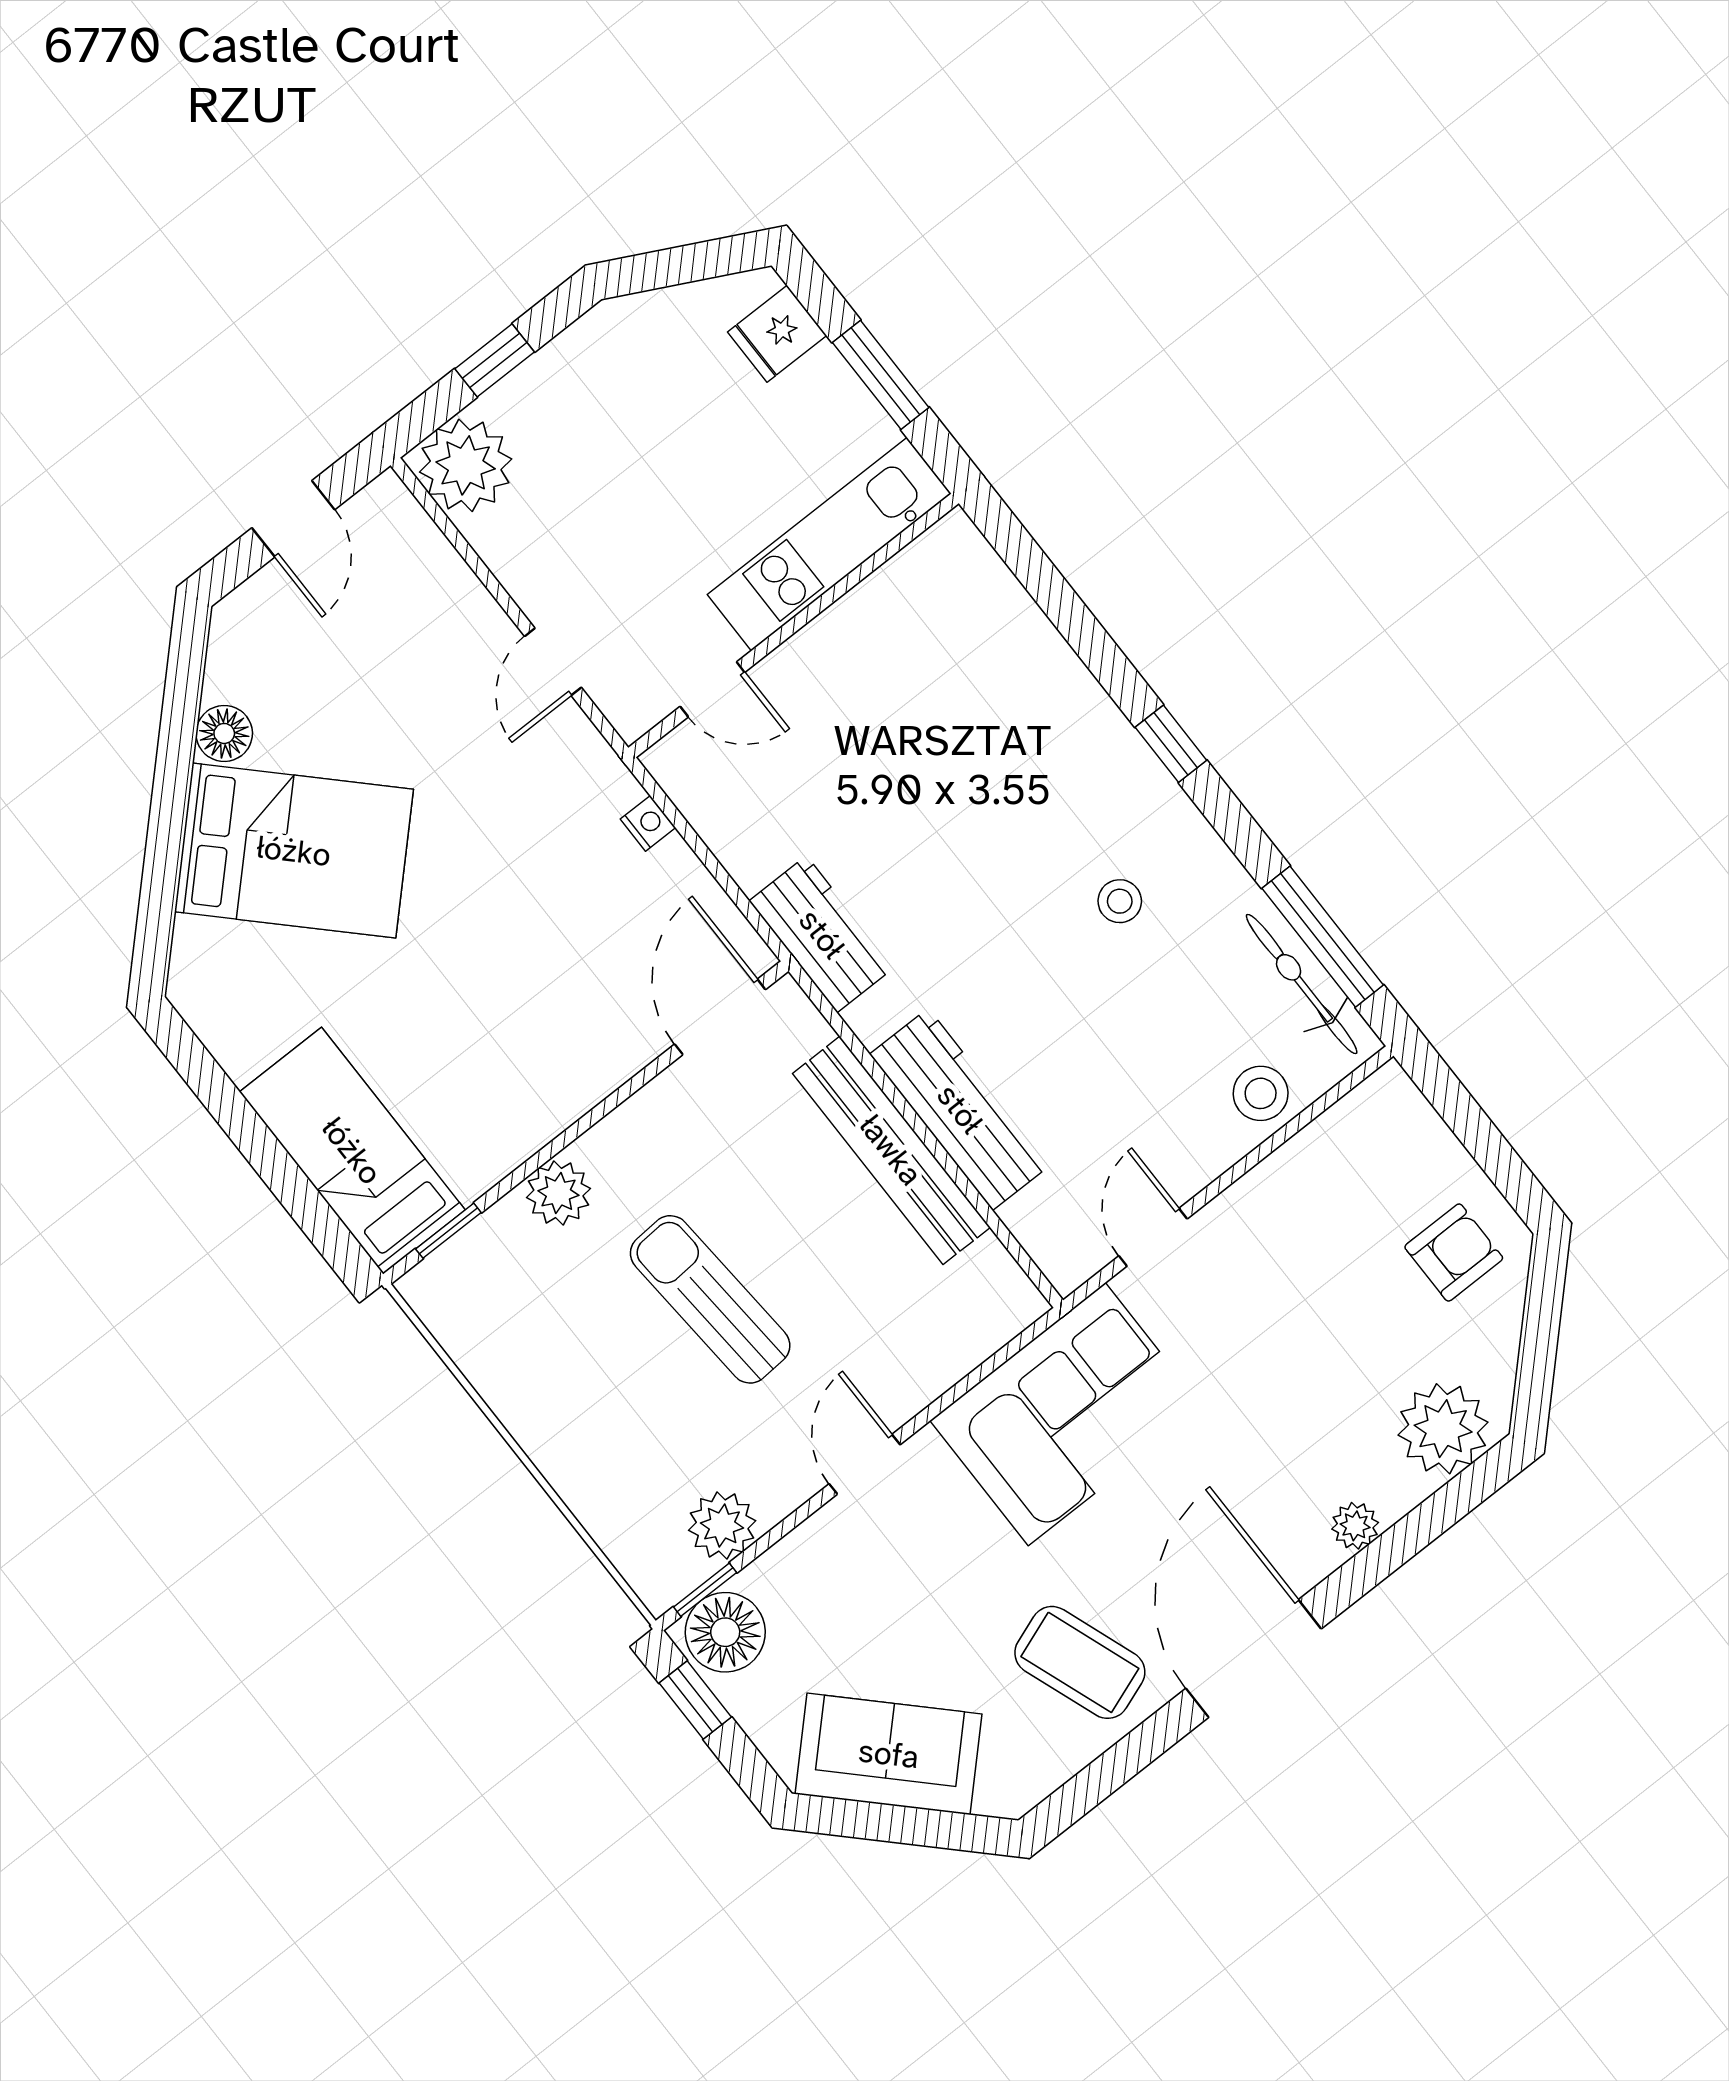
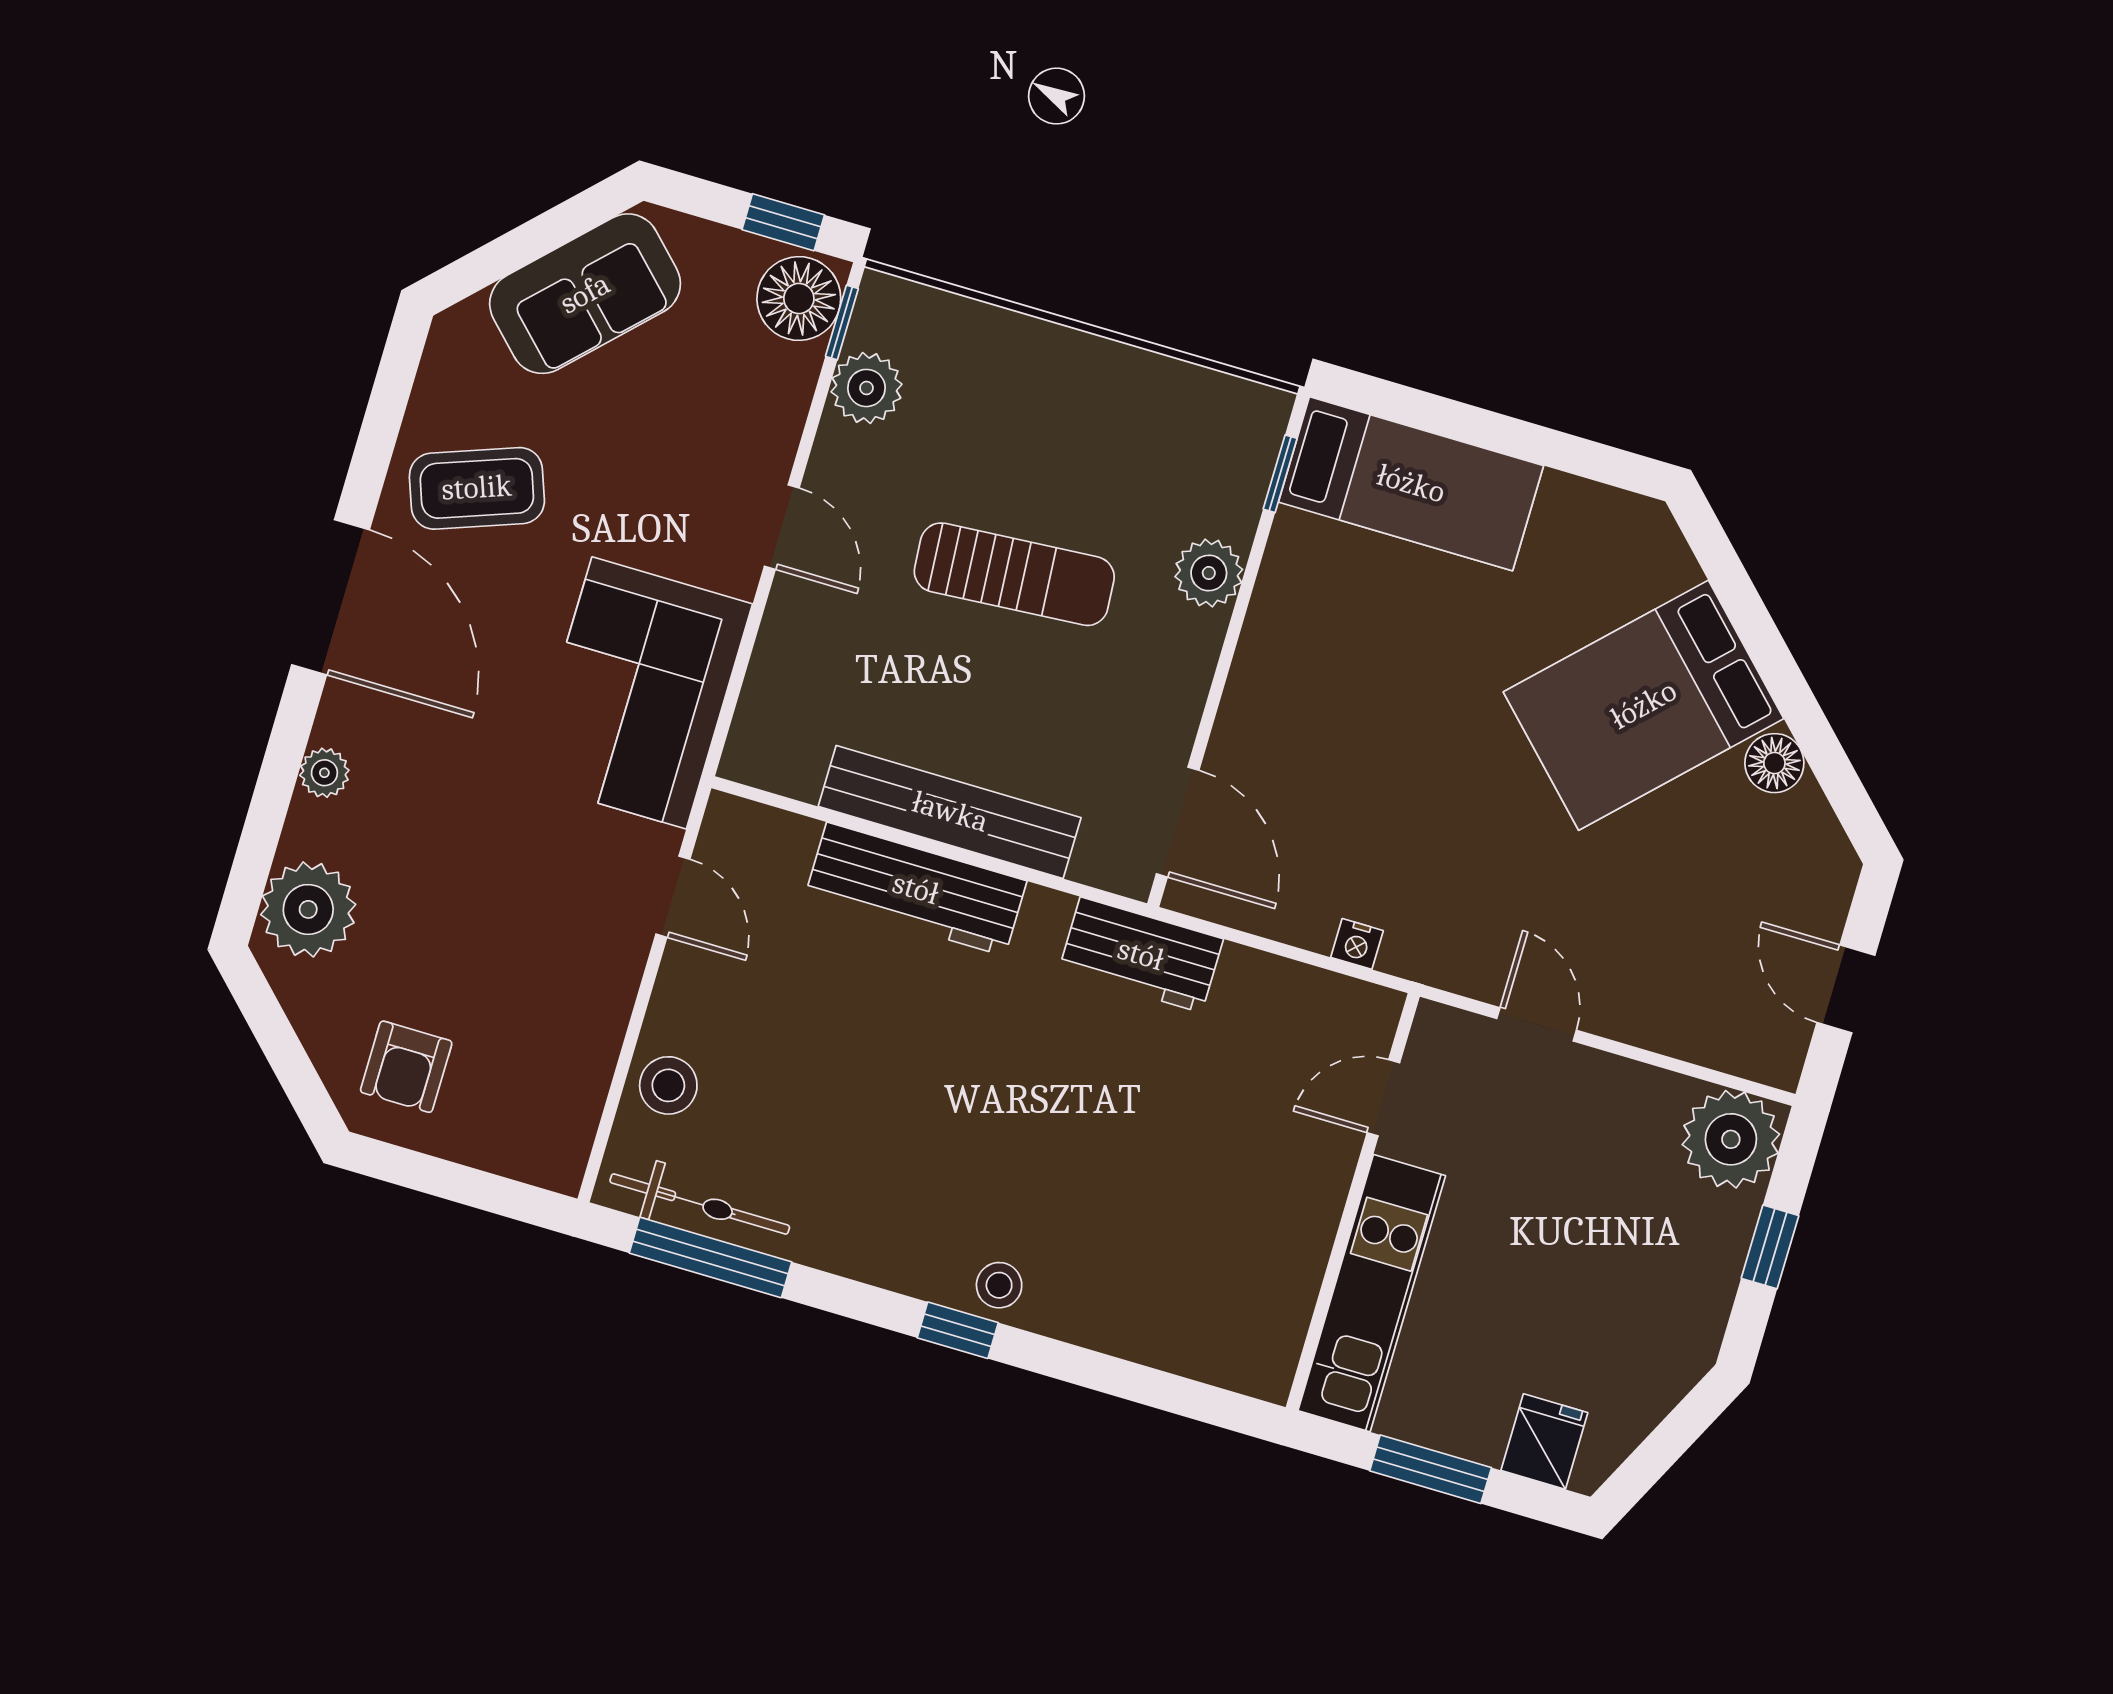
stool: (1120, 901) -> (999, 1285), moved

